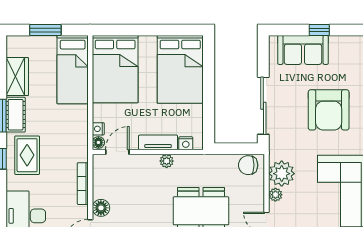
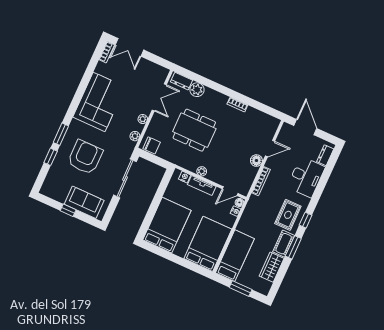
plant: (282, 174) -> (135, 136), width x0.53, depth x0.53

